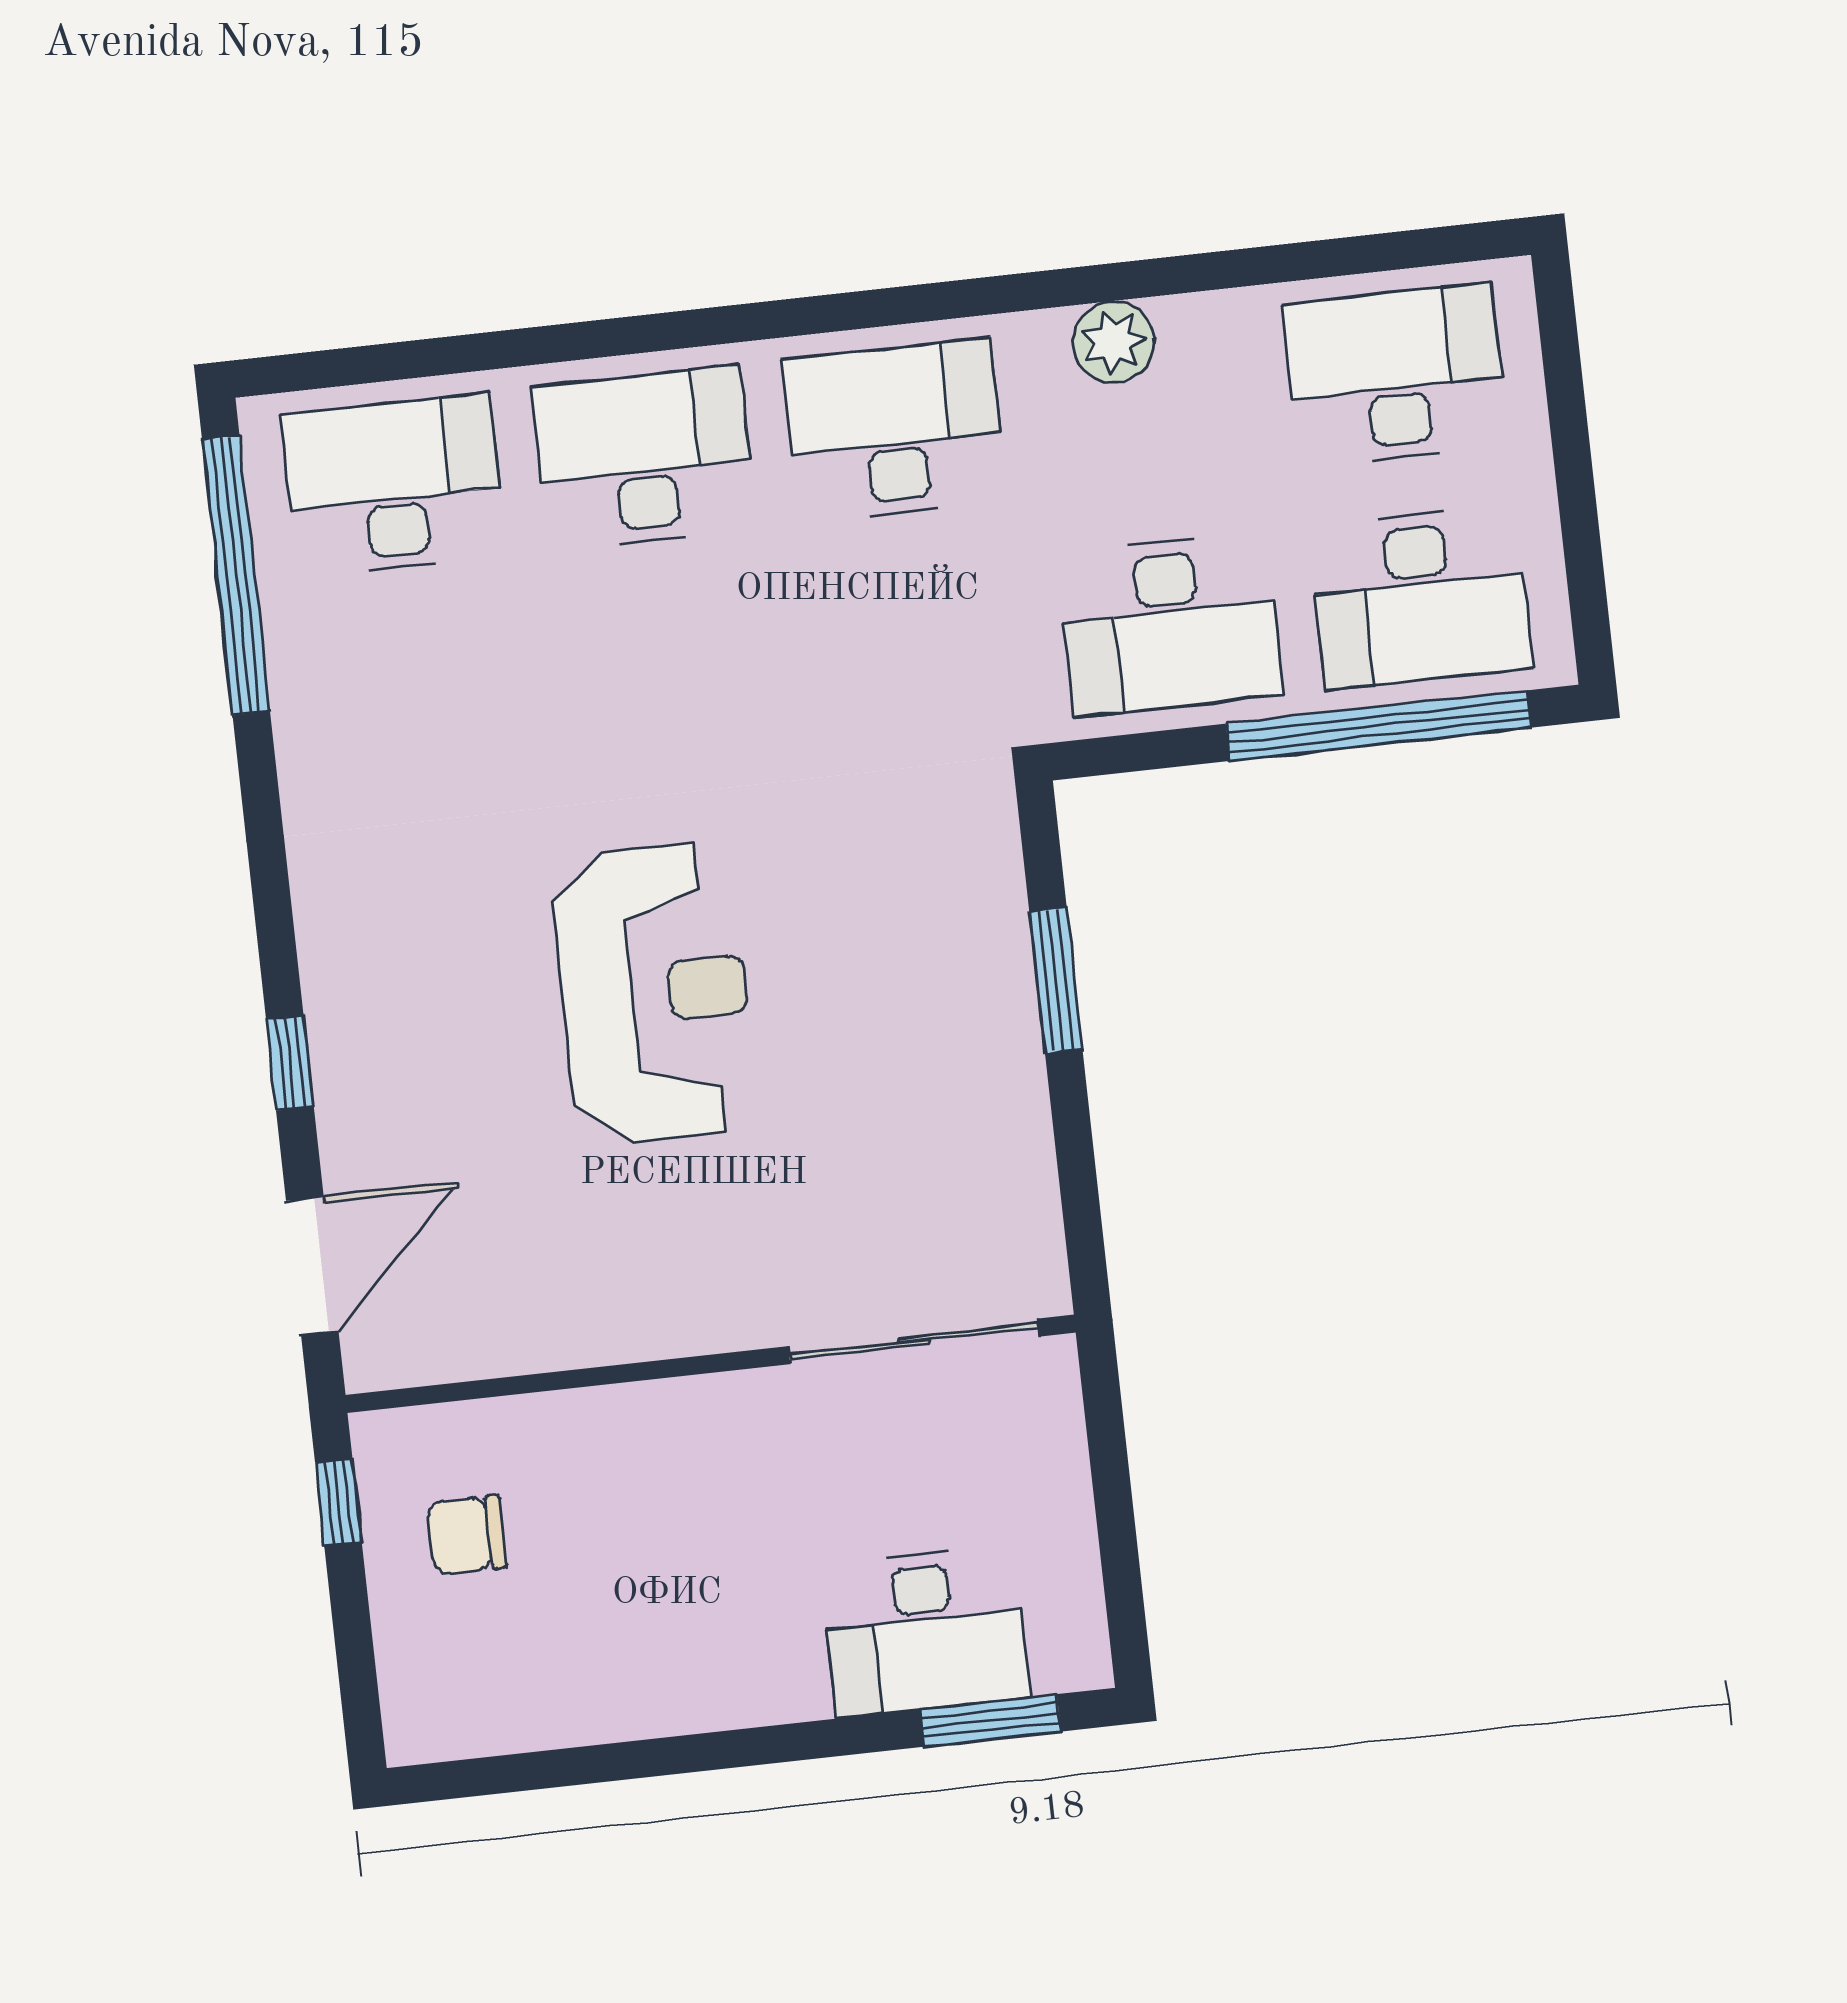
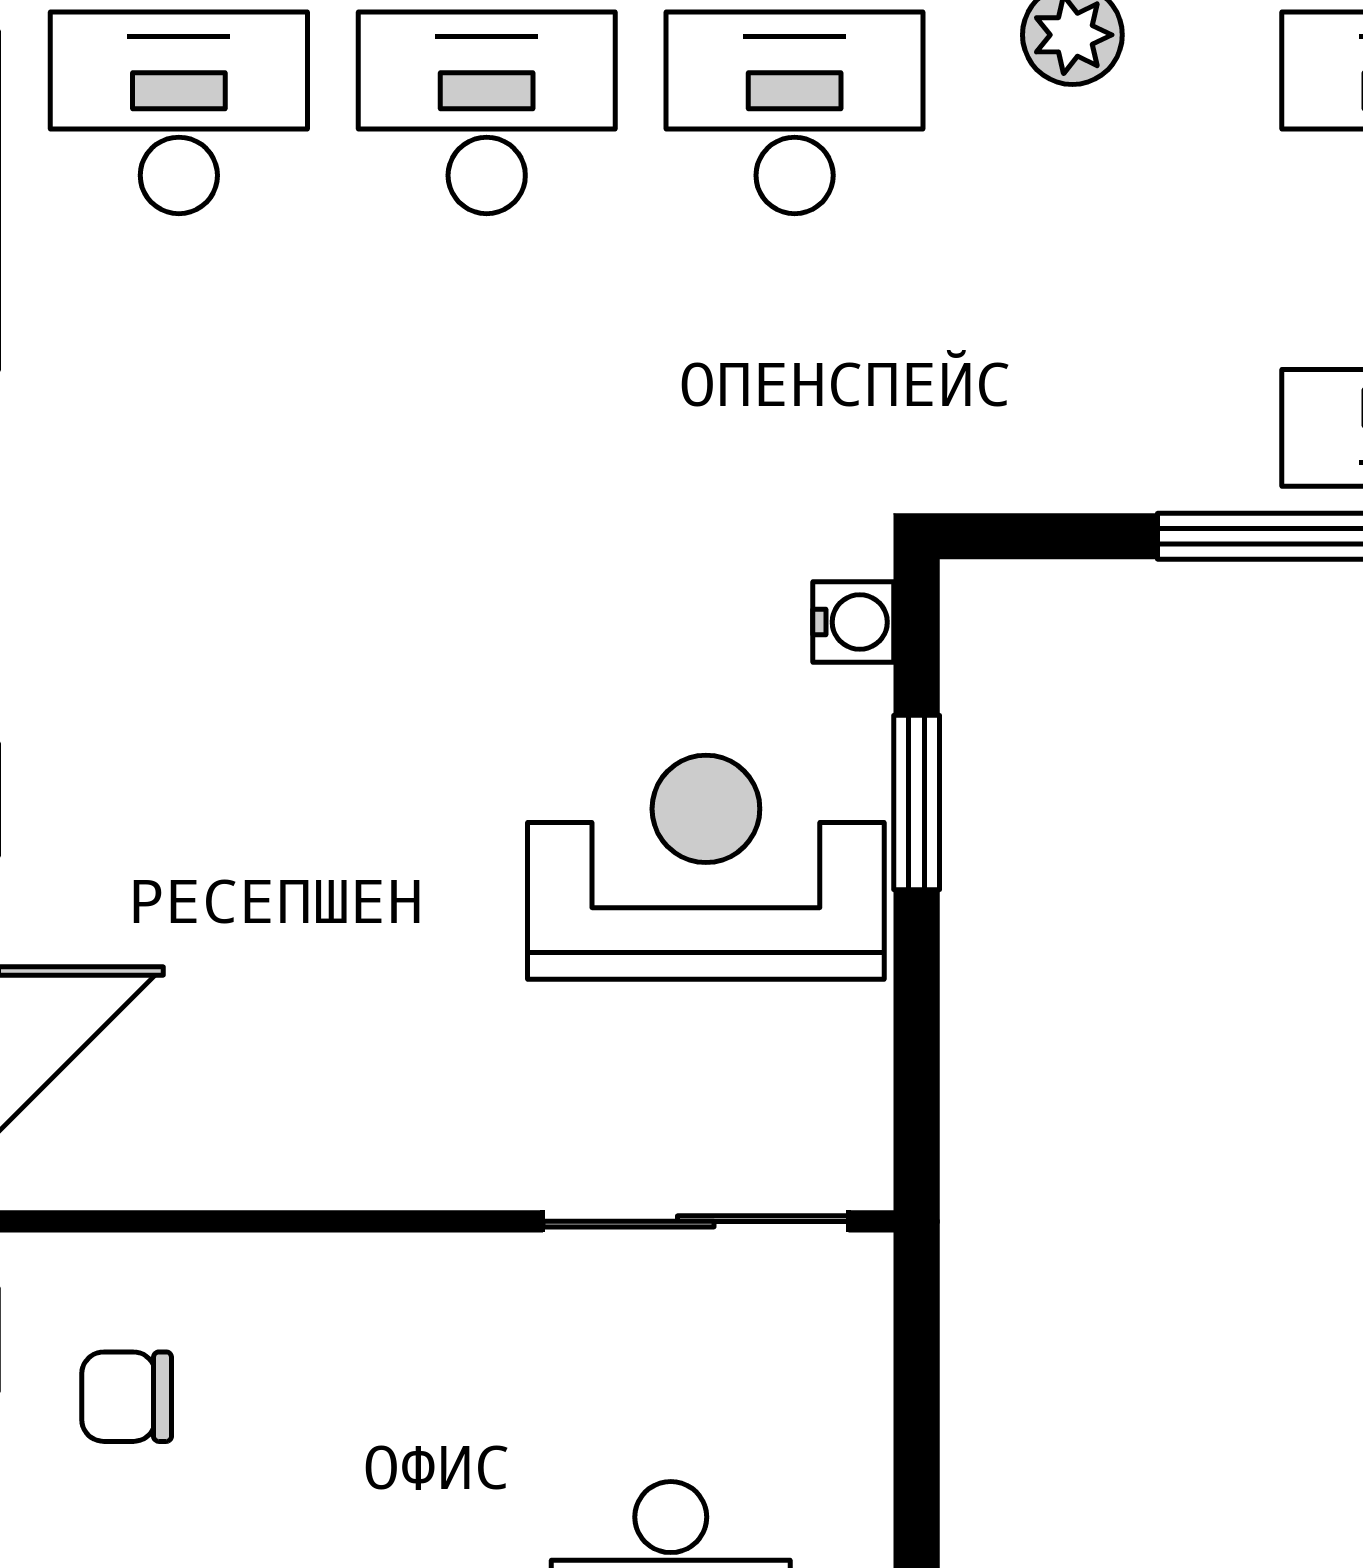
desk: (1170, 625) -> (1102, 386), removed
water cooler: (988, 839) -> (853, 622), added
reception desk: (654, 993) -> (706, 867), moved, turned -90

